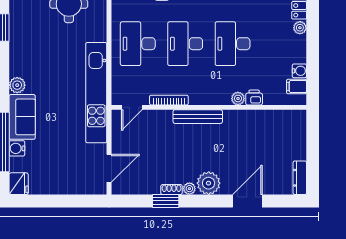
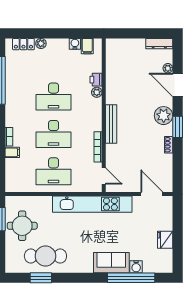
cafe table: (30, 33) -> (45, 256), added
plant: (17, 85) -> (86, 266), removed
fridge: (19, 184) -> (165, 240), moved, turned -90
plant: (189, 189) -> (168, 68), moved
window: (166, 201) -> (178, 127), moved

